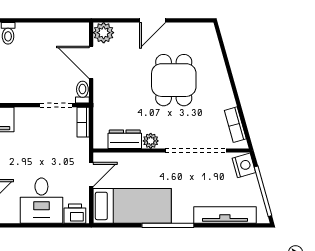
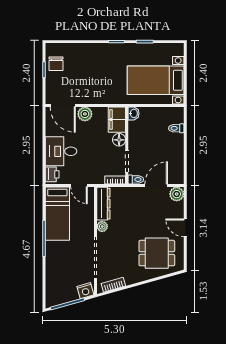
dining table: (174, 80) -> (157, 253), moved
floor lamp: (25, 116) -> (119, 140), added
dresser: (125, 139) -> (103, 204), width x1.44
tv unit: (225, 215) -> (51, 278), removed

